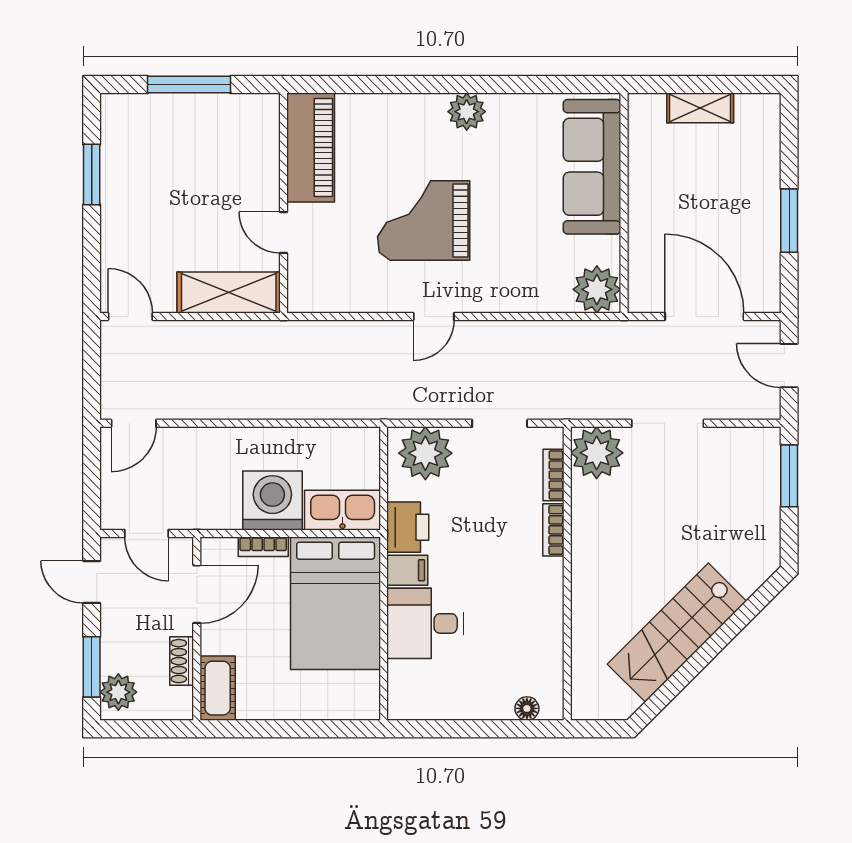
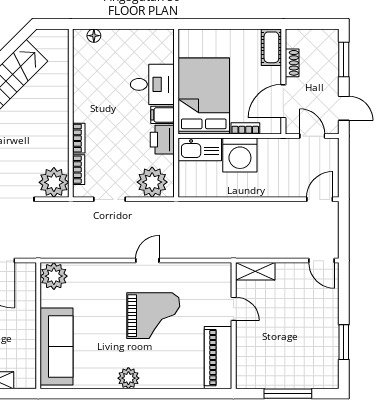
shelving: (229, 293) -> (255, 271), width x0.67, depth x0.75
plant: (118, 692) -> (328, 45), removed

